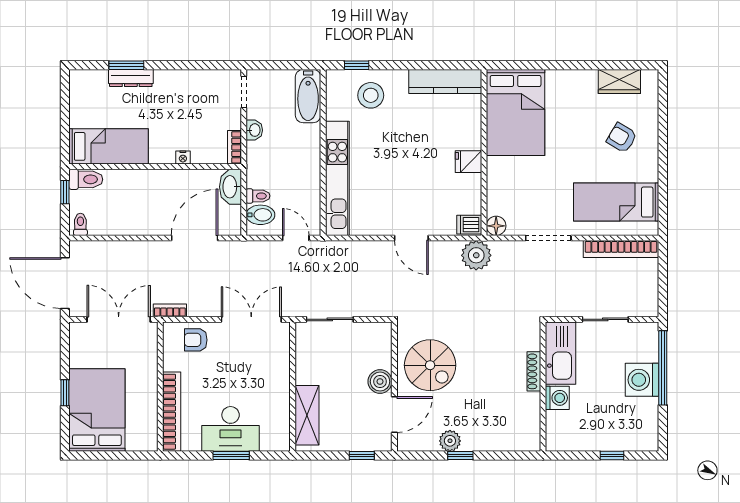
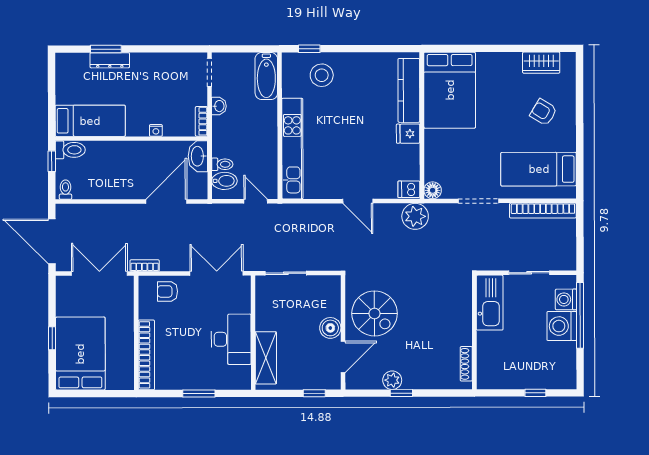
kitchen counter: (445, 81) -> (409, 90), moved, turned 90
shoe rack: (534, 371) -> (466, 364), moved
washing machine: (557, 398) -> (566, 299), moved, turned 180
desk: (231, 429) -> (231, 339), moved, turned -90

